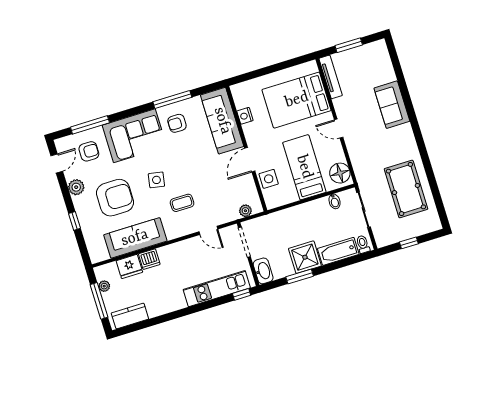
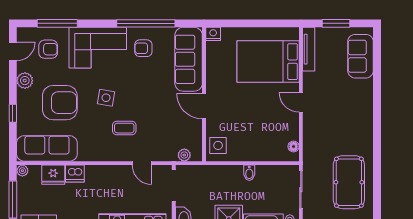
window: (172, 100) -> (146, 23), width x1.46
sofa: (392, 105) -> (361, 56), moved
nightstand: (245, 116) -> (213, 34), moved, turned 90
door: (250, 160) -> (204, 106), hinge flipped
bed: (304, 167) -> (255, 130), removed
floor lamp: (340, 173) -> (294, 146), width x0.53, depth x0.53
side table: (269, 179) -> (218, 145), moved
bidet: (335, 201) -> (249, 173), moved
sofa: (135, 238) -> (47, 148), moved
plant: (104, 286) -> (22, 171), moved

